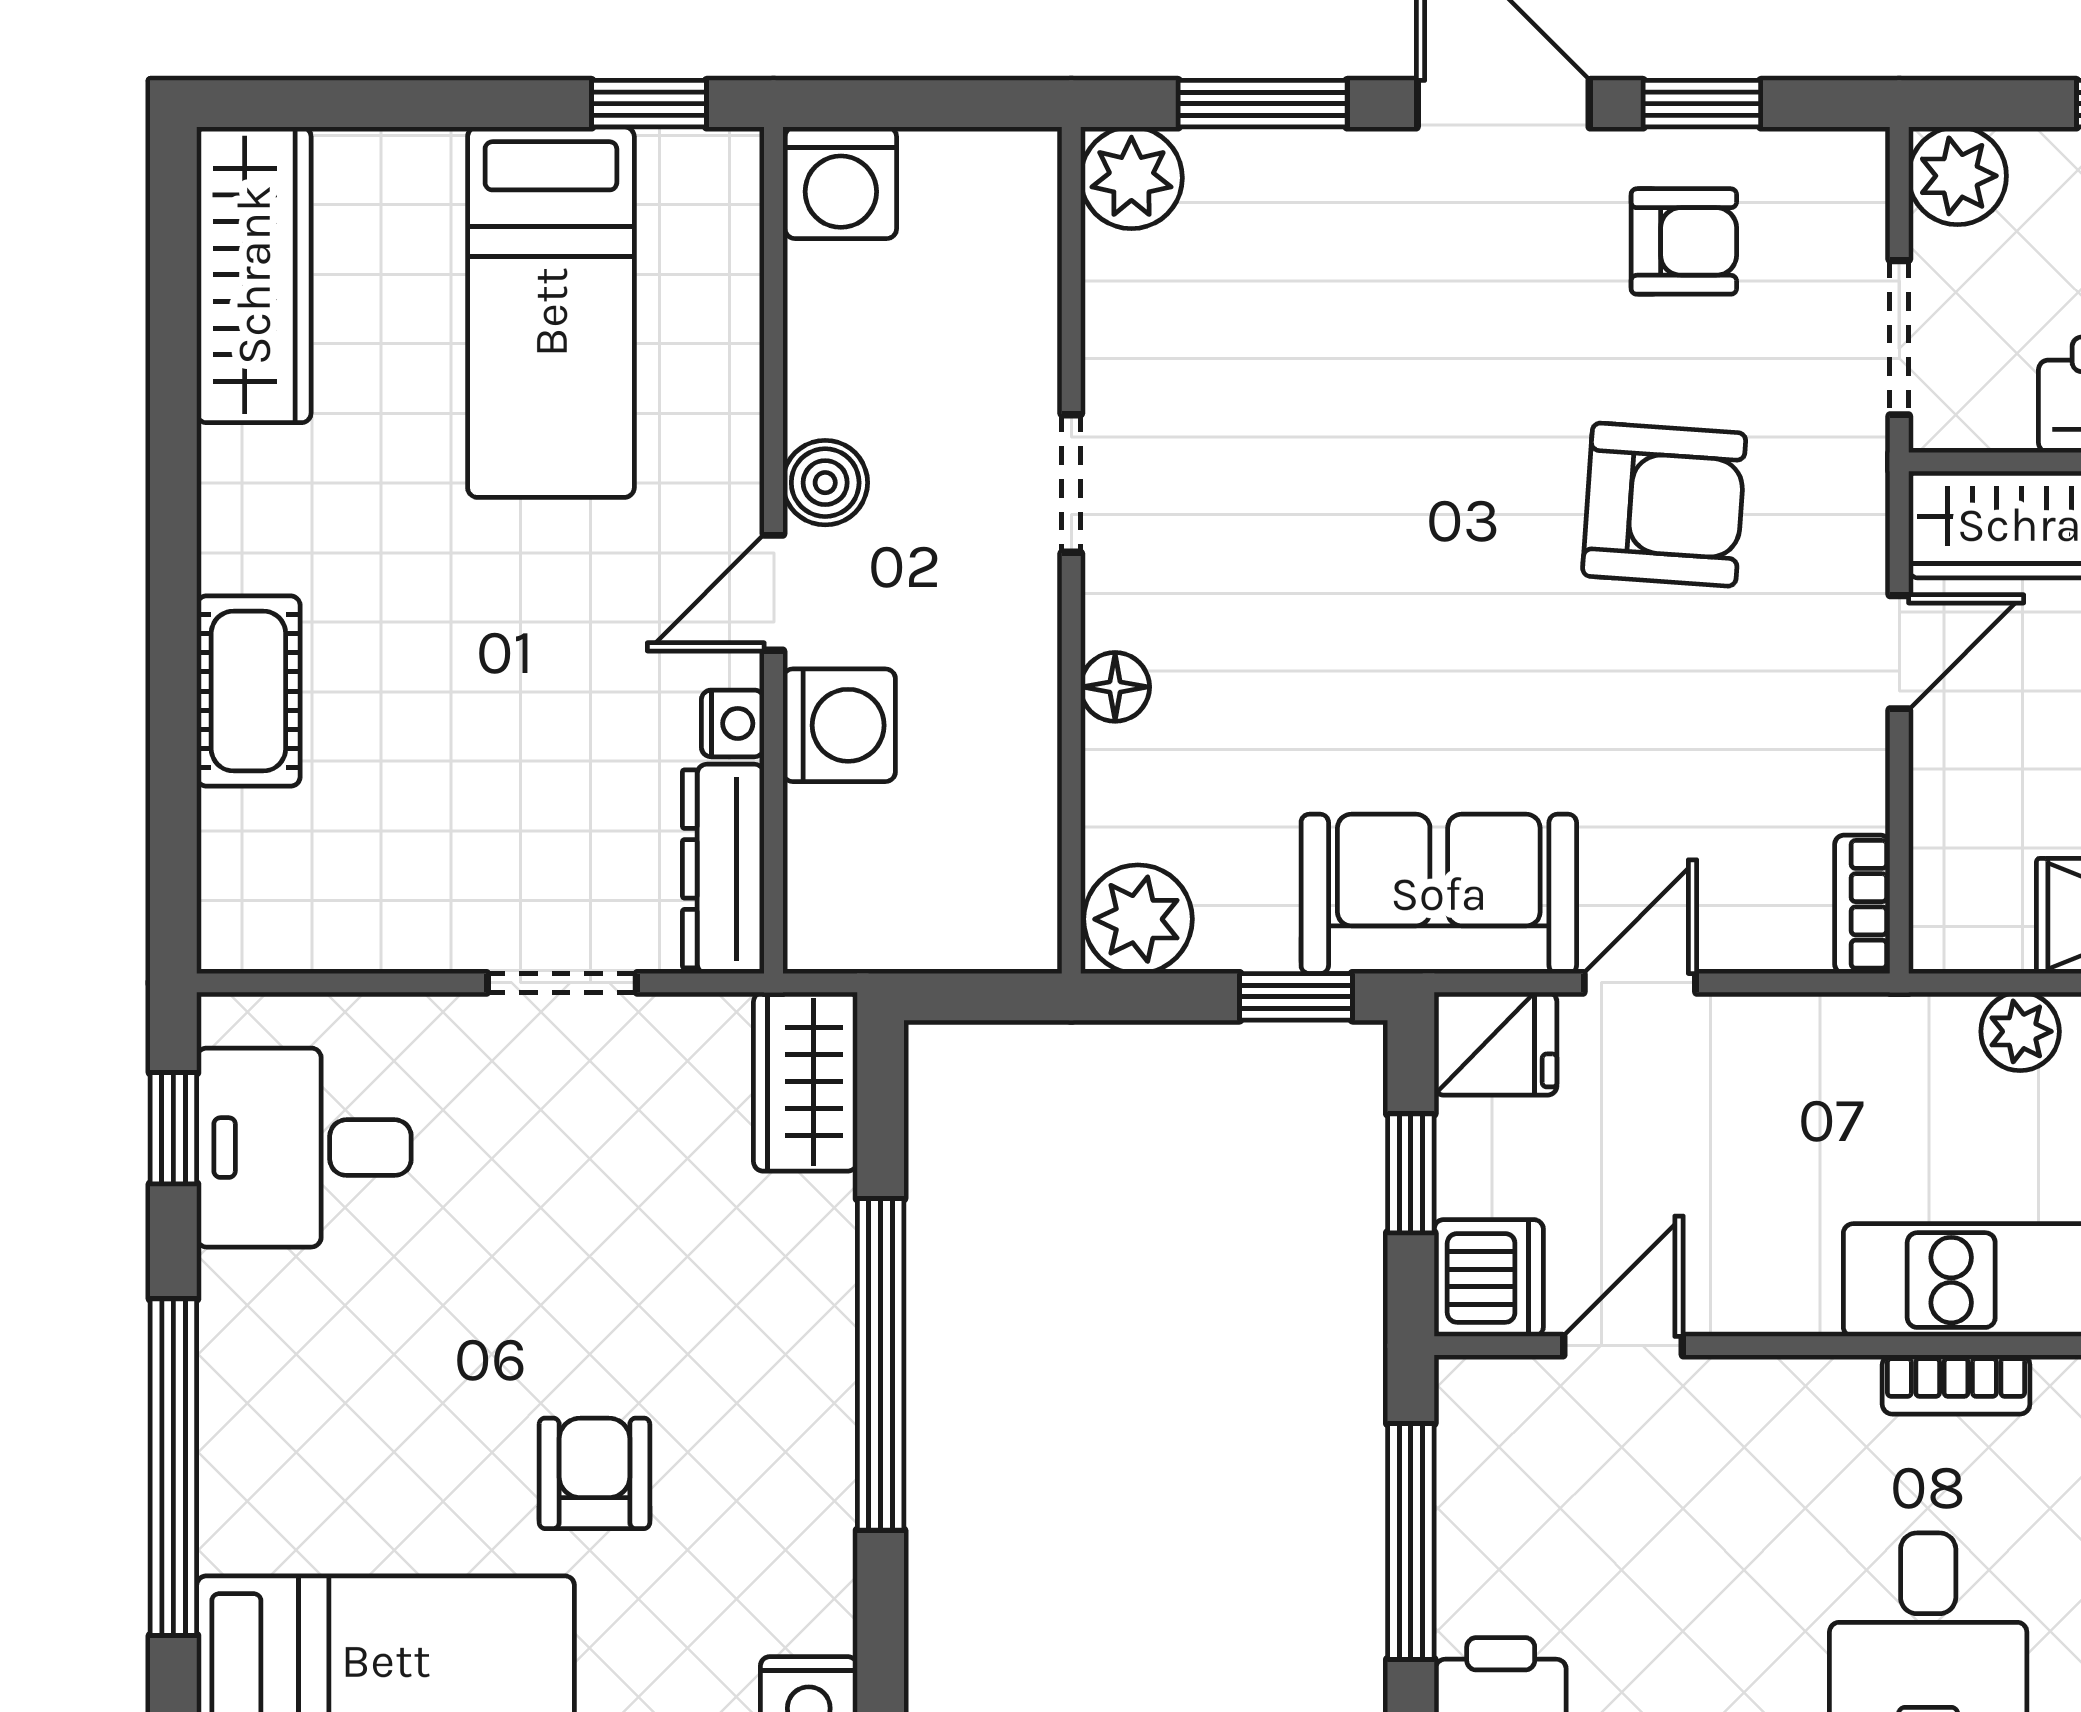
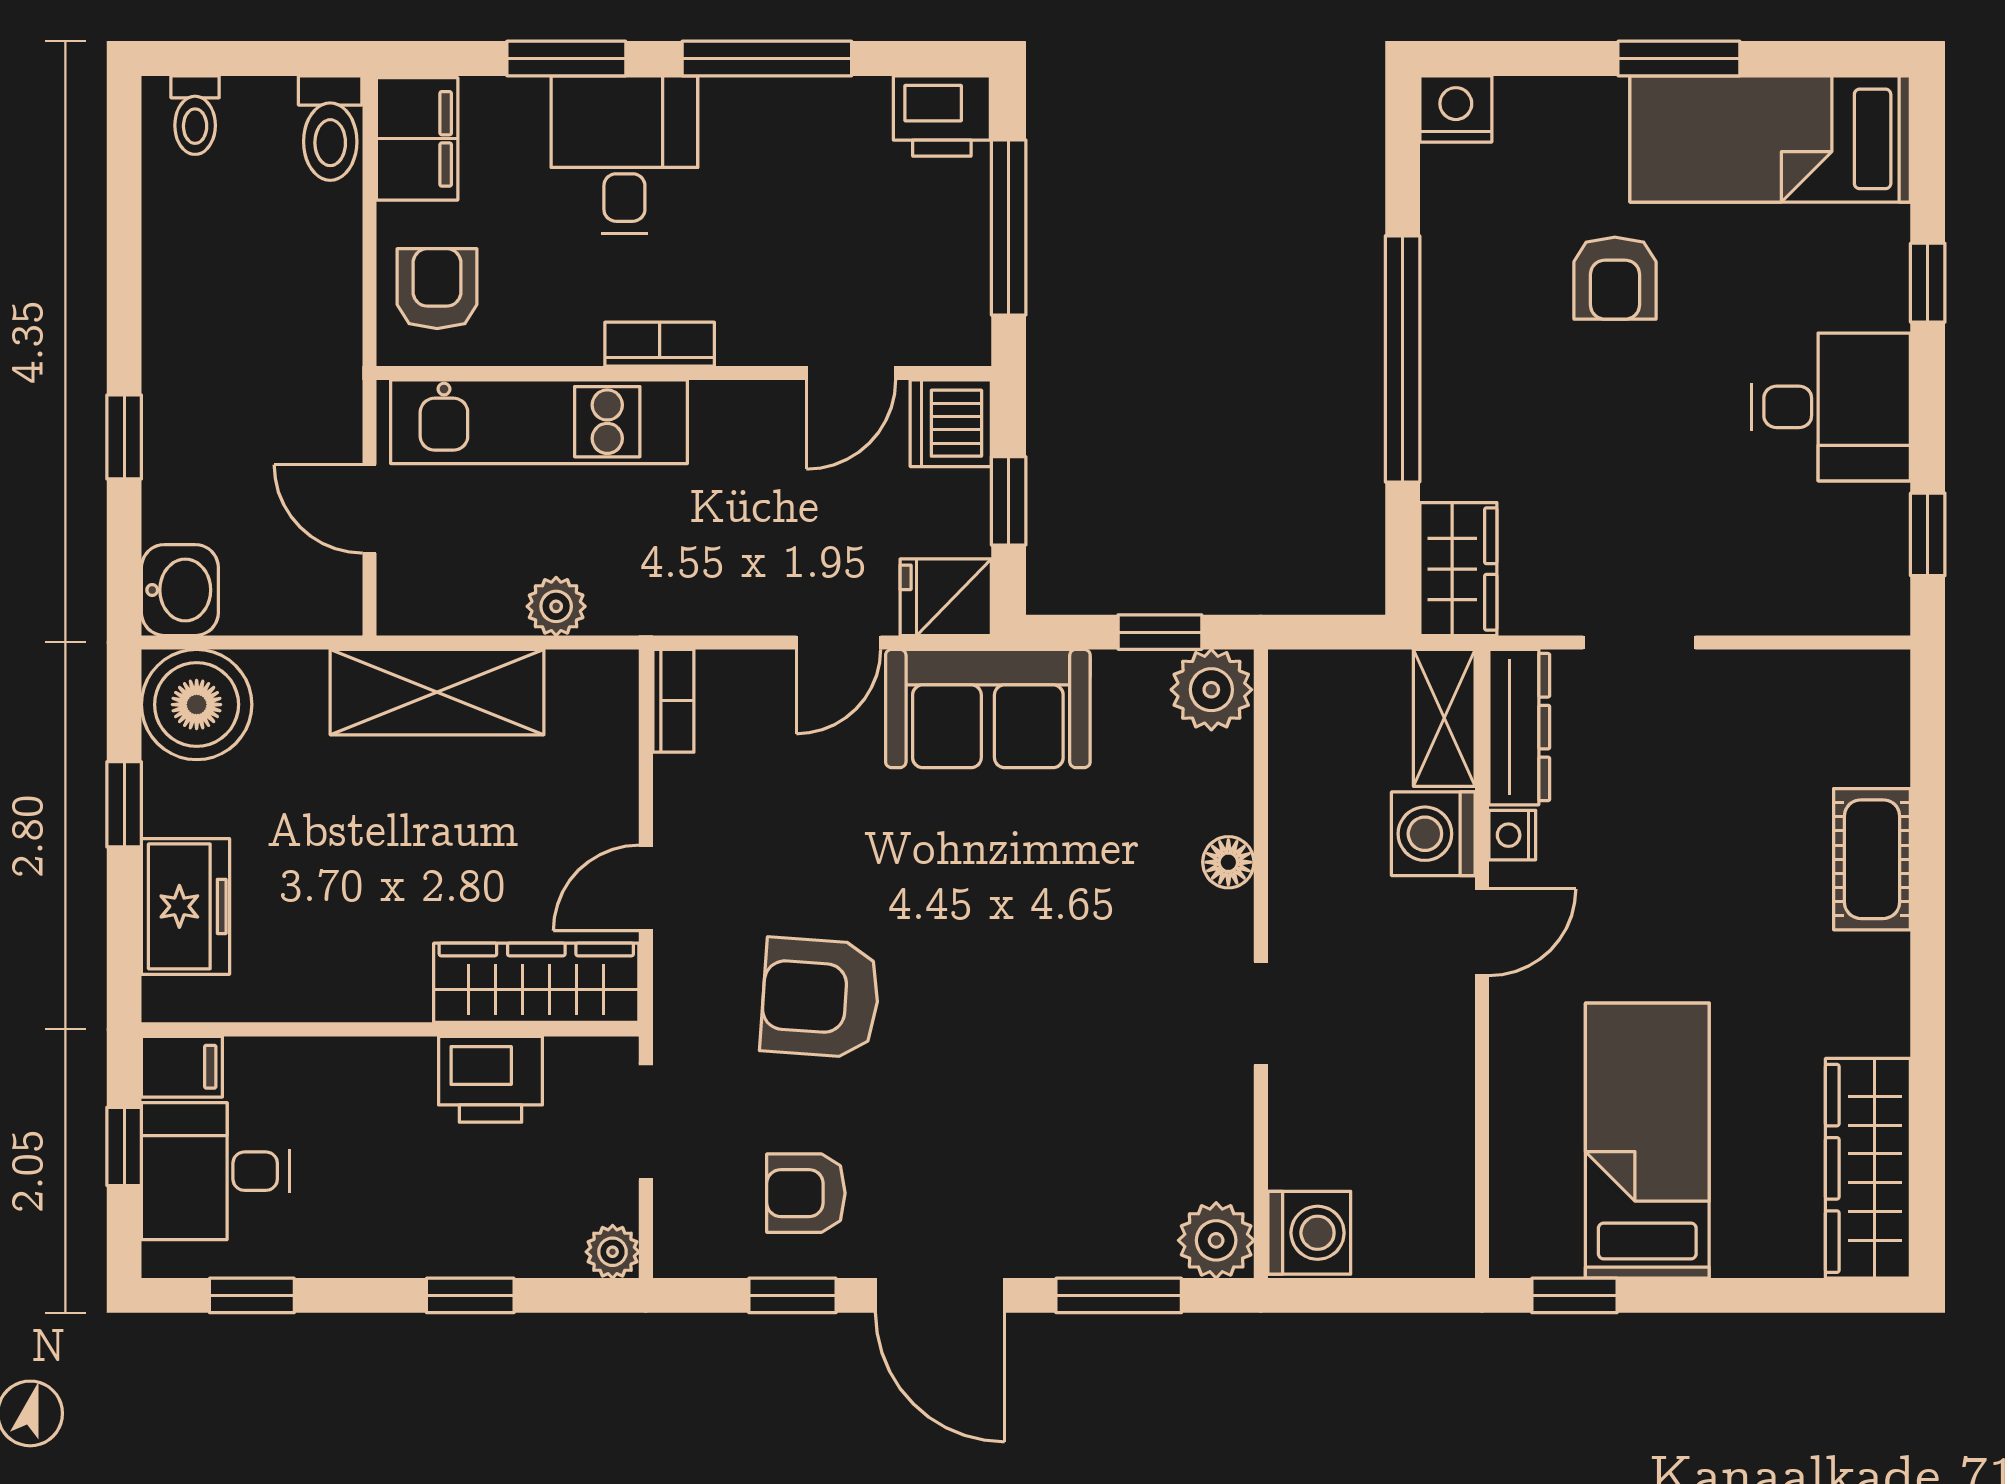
plant: (1957, 176) -> (613, 1252), width x0.73, depth x0.73
washing machine: (841, 183) -> (1309, 1233), moved, turned 90
boiler: (825, 483) -> (1444, 1014), removed
shelving: (824, 881) -> (1444, 718), added
window: (1296, 997) -> (1160, 632), moved
desk: (304, 1148) -> (1831, 407), moved
bookcase: (1956, 1385) -> (660, 344), moved
window: (173, 1467) -> (1928, 283), width x0.32

